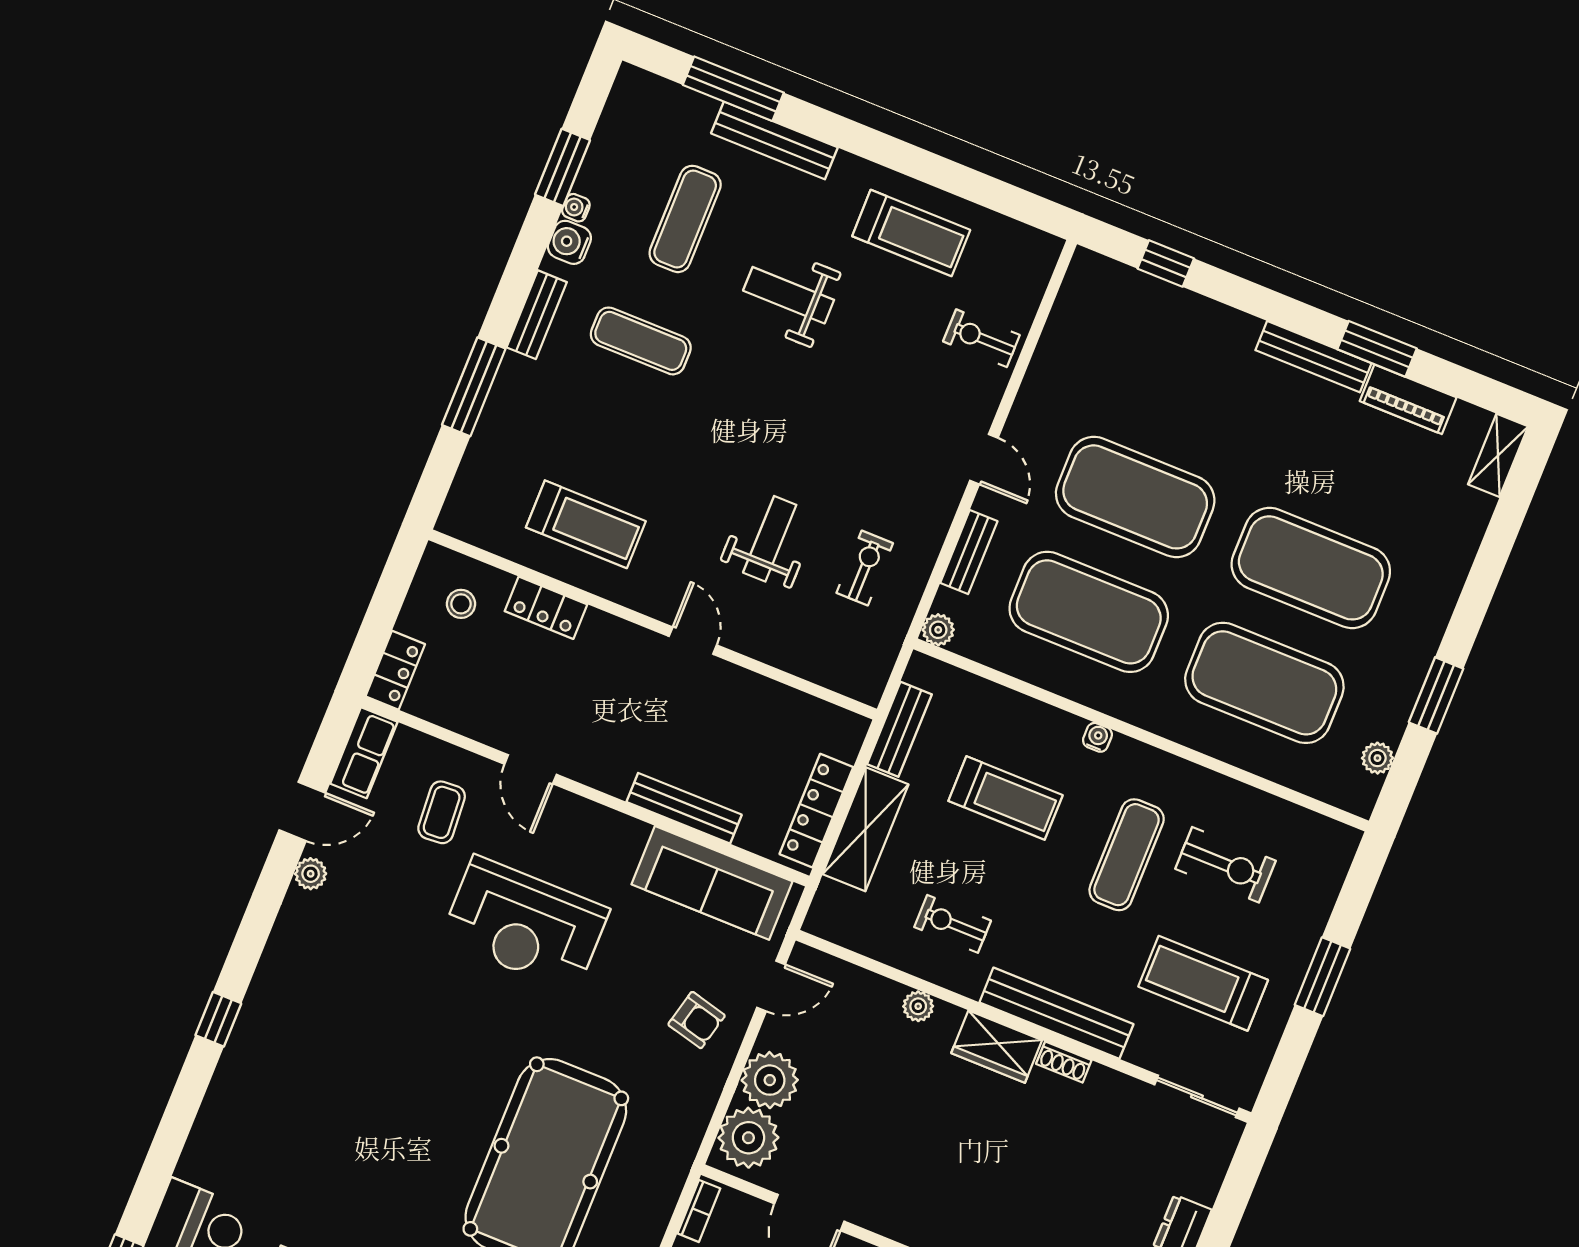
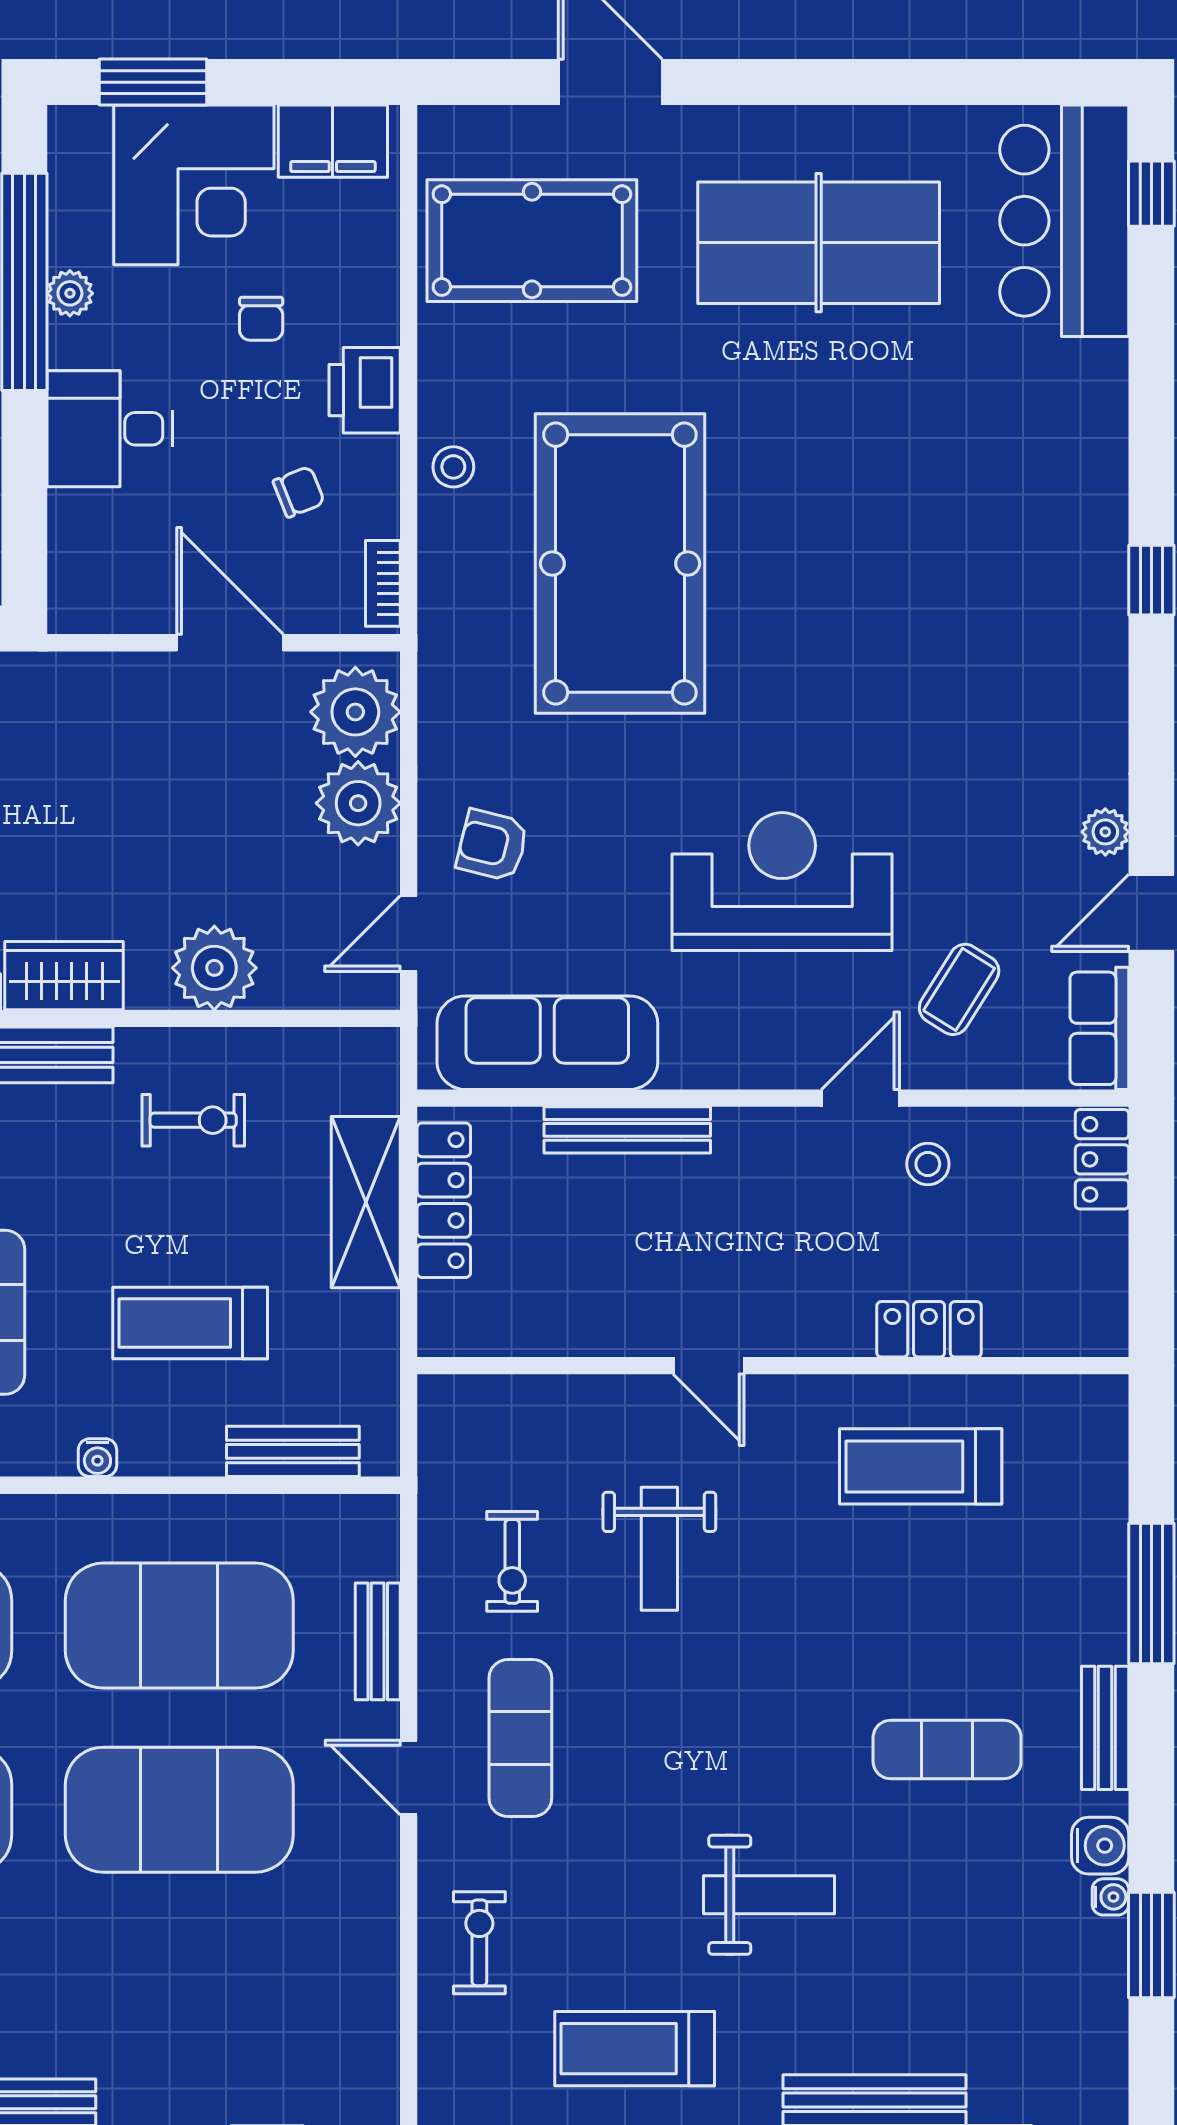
exercise mat: (685, 219) -> (520, 1738), moved
exercise bike: (981, 338) -> (479, 1943), turned -90
stool: (461, 604) -> (928, 1164), moved
plant: (938, 630) -> (377, 1517), removed
bench: (899, 729) -> (293, 1451), moved, turned 90
door: (531, 769) -> (860, 1098), hinge flipped
coffee table: (442, 812) -> (959, 989), turned 36
plant: (918, 1006) -> (214, 968), width x1.88, depth x1.88

